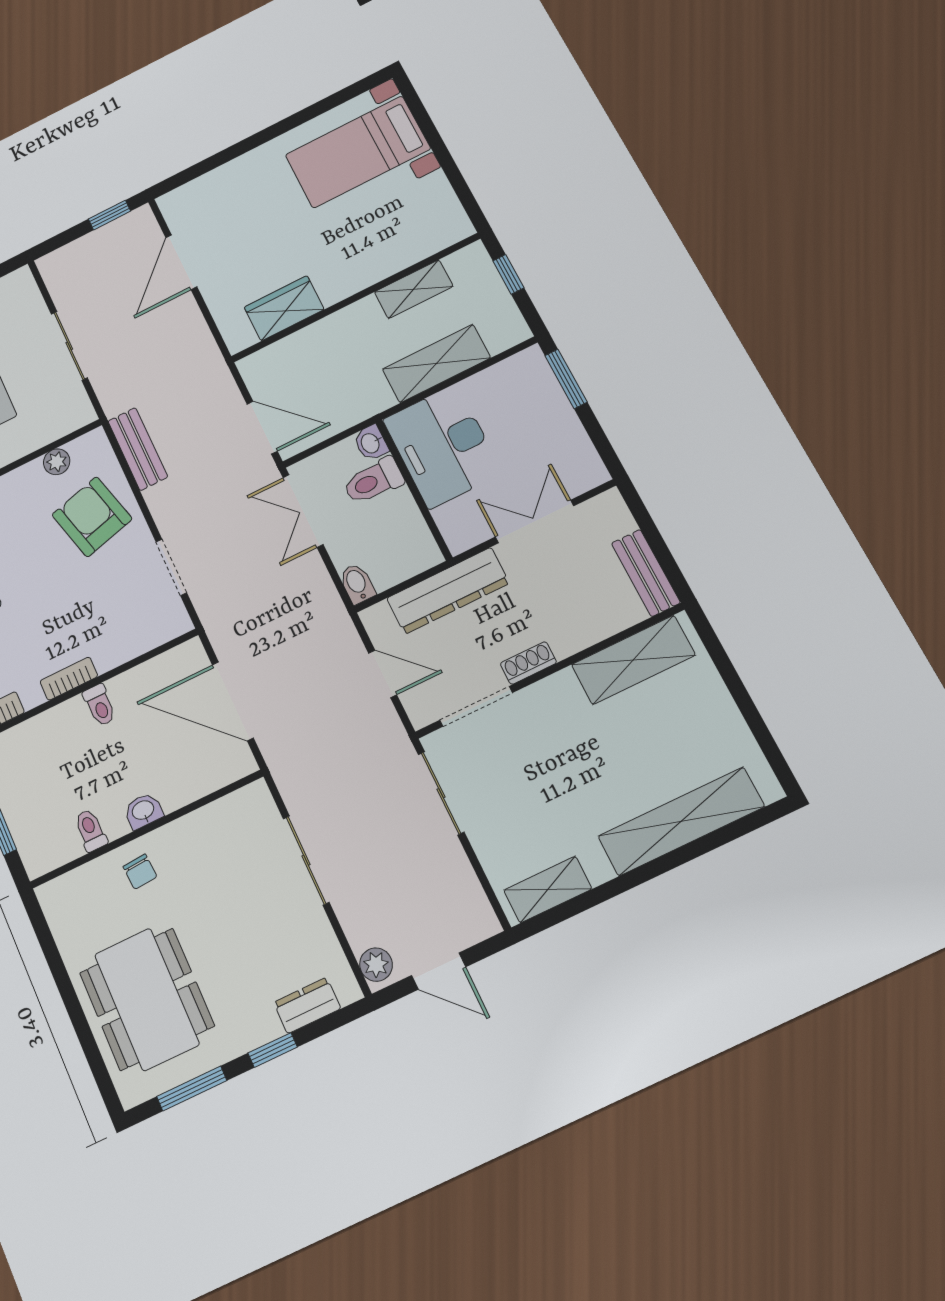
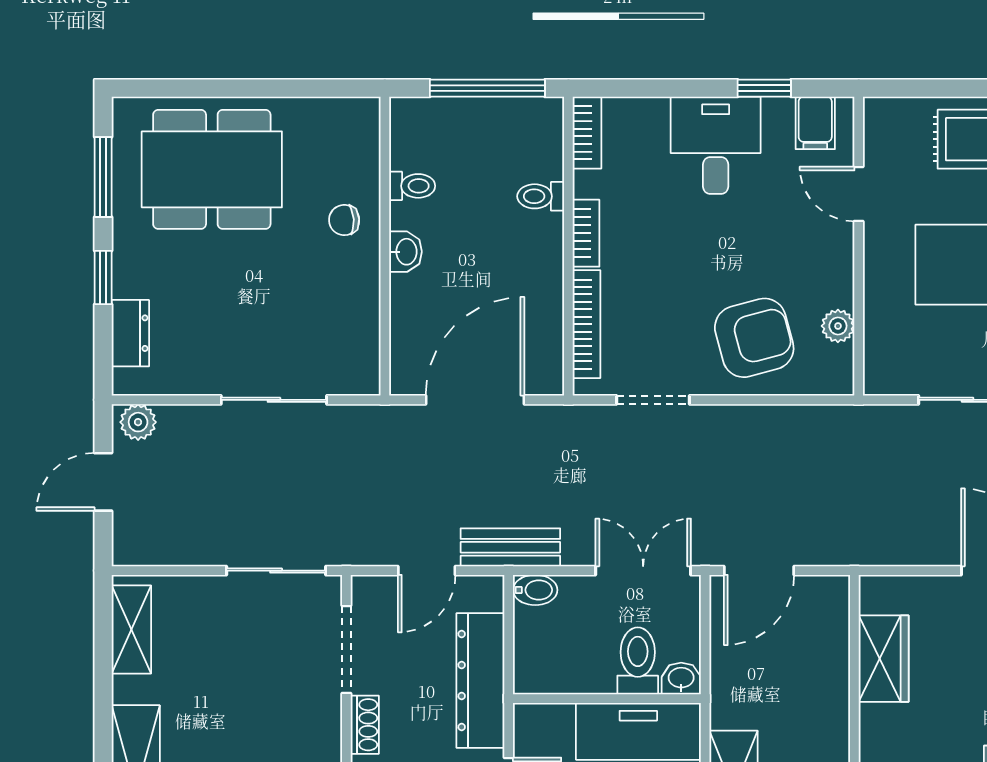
bench: (138, 449) -> (510, 547), moved
bookcase: (137, 645) -> (587, 324), added
toilet: (100, 705) -> (541, 196), moved

